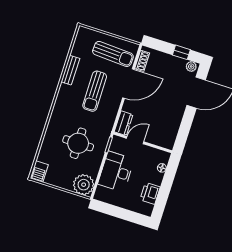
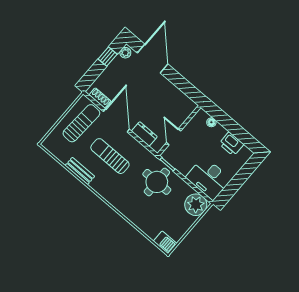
sun lounger: (95, 91) -> (110, 156), turned 180
dresser: (124, 123) -> (144, 134), moved
round table: (78, 143) -> (157, 182), moved
desk: (116, 172) -> (208, 178), moved

